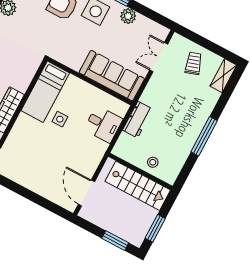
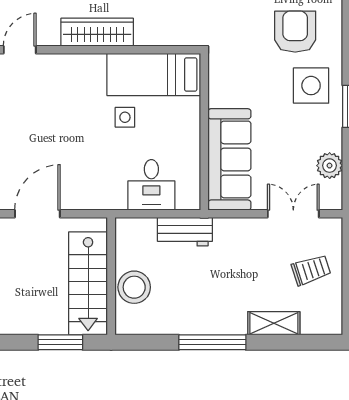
plant: (128, 16) -> (330, 166), moved
shelving: (223, 76) -> (274, 323), moved
stool: (153, 162) -> (134, 287), width x1.89, depth x1.89
window: (155, 228) -> (60, 342), moved

